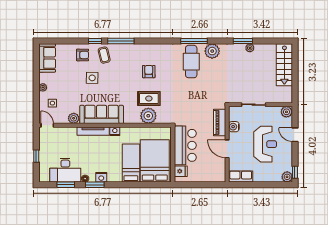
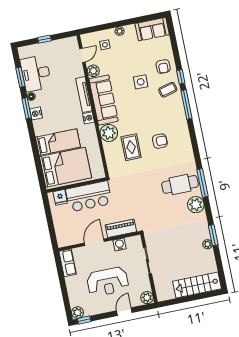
plant: (148, 116) -> (109, 133), moved
door: (47, 125) -> (82, 55), moved

